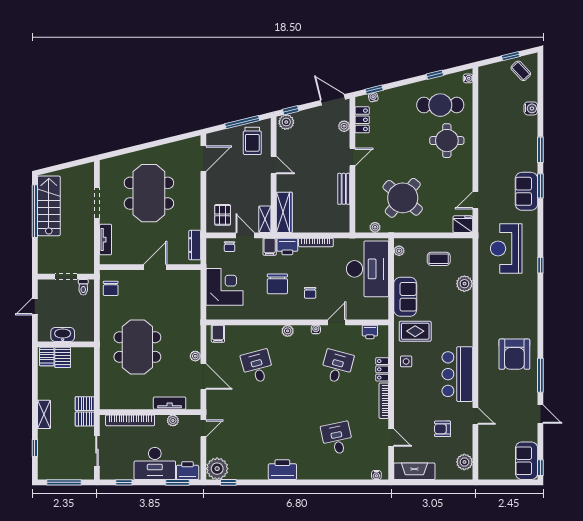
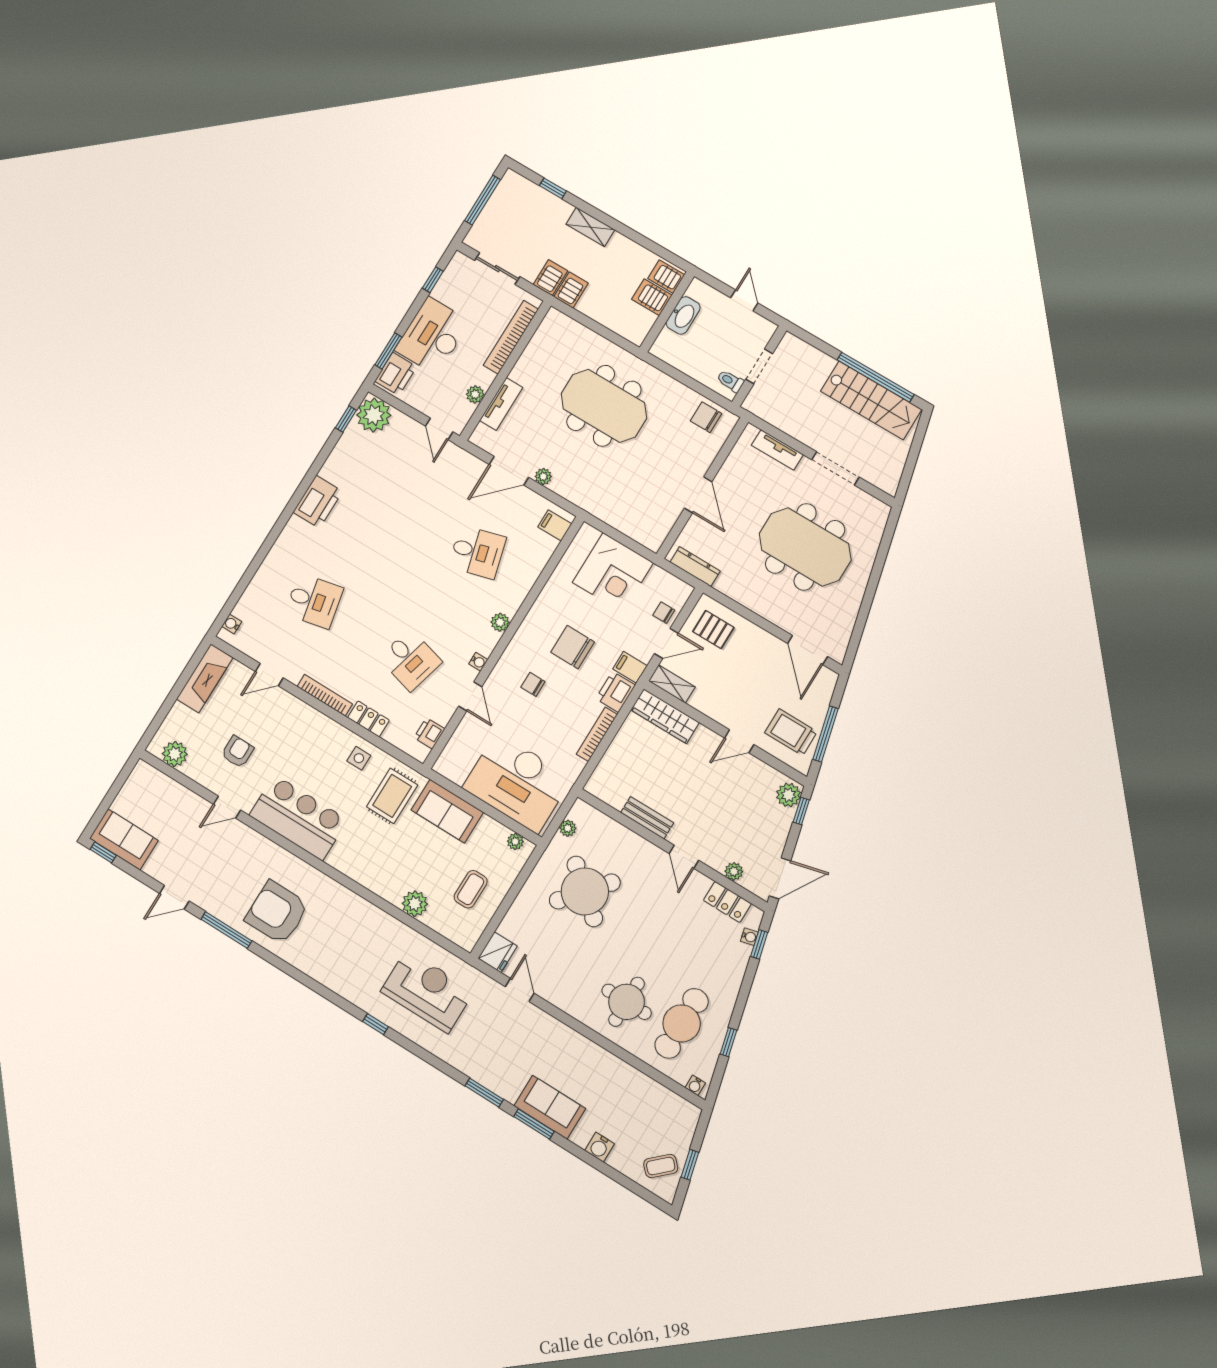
sofa: (526, 191) -> (550, 1107), moved

